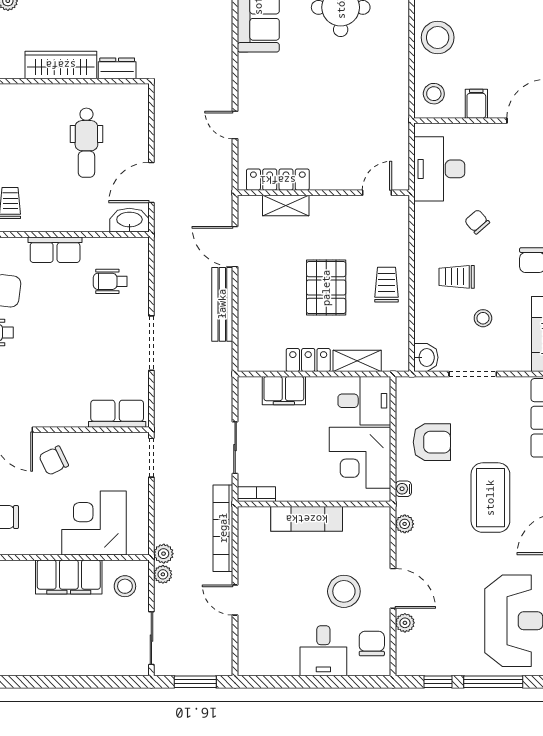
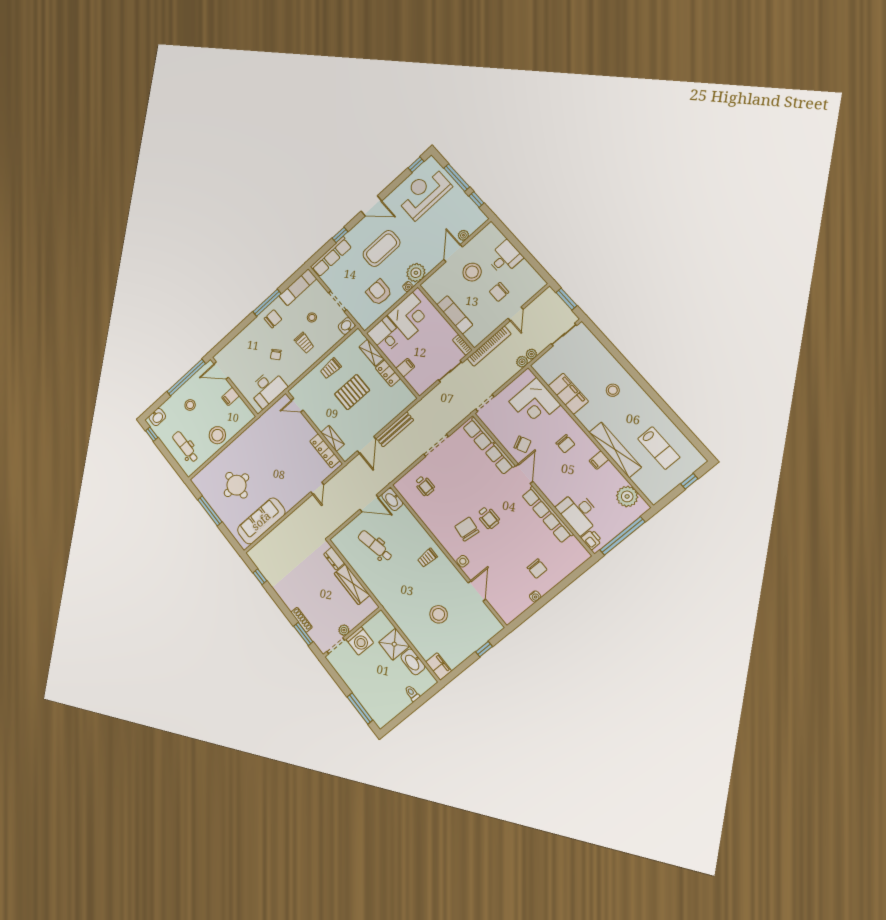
stool: (434, 94) -> (190, 405), moved
dental chair: (86, 143) -> (375, 546), turned -102
row of seats: (55, 250) -> (500, 459), moved, turned 180
filing cabinet: (284, 391) -> (405, 368), width x0.50
plant: (405, 524) -> (416, 273), width x1.88, depth x1.88
stool: (125, 586) -> (613, 390), moved
chair: (372, 644) -> (499, 292), moved

